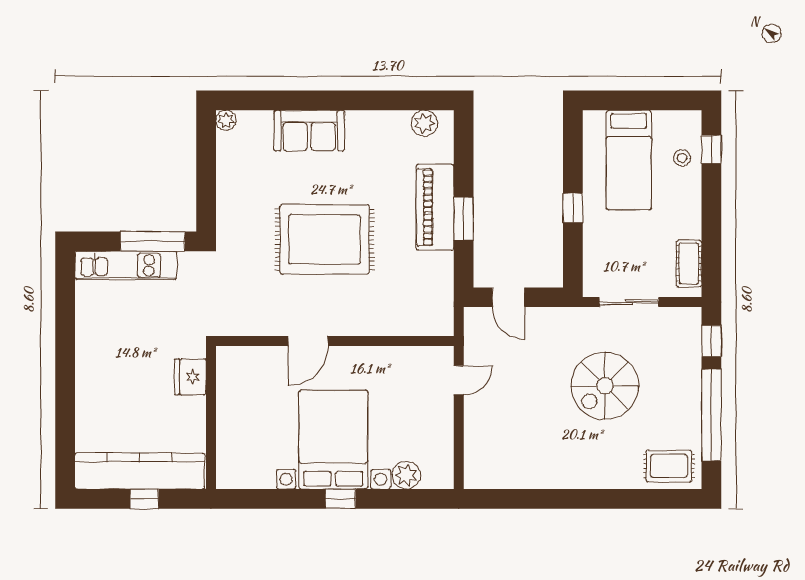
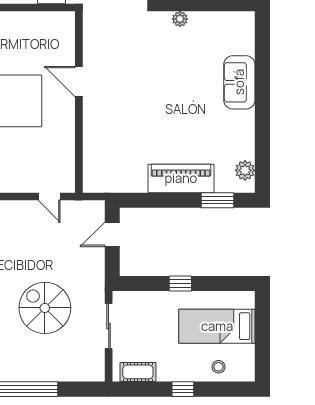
plant: (226, 120) -> (180, 19), moved
window: (711, 149) -> (183, 389), moved
window: (464, 218) -> (217, 200), moved
rug: (325, 240) -> (156, 94), removed
window: (711, 341) -> (79, 389), removed

